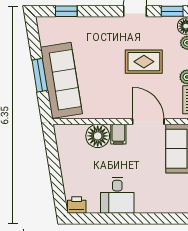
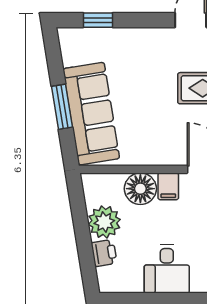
plant: (71, 161) -> (104, 222), added
printer: (77, 205) -> (104, 253), moved, turned 81

